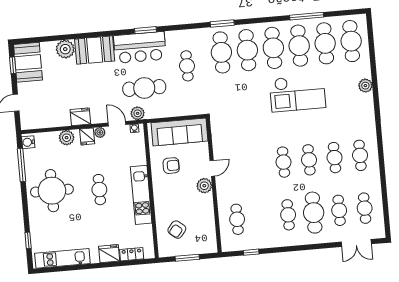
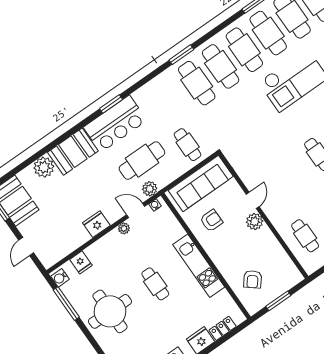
cafe table: (187, 66) -> (188, 145), moved
fridge: (87, 136) -> (81, 262), moved
plant: (67, 138) -> (95, 252), removed

